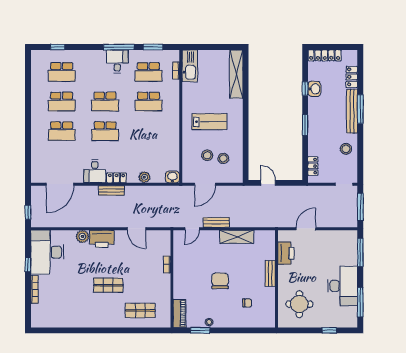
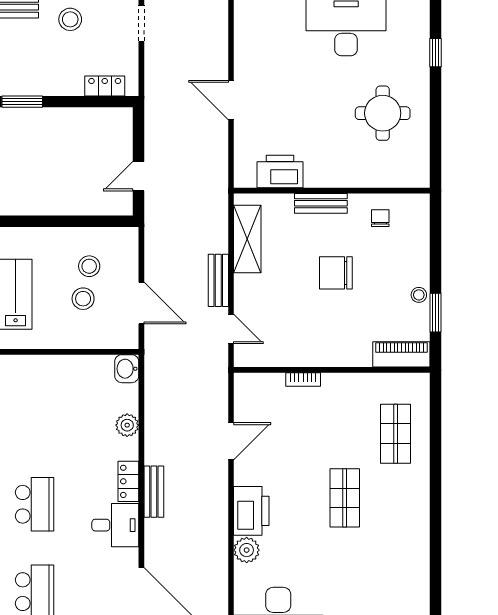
printer: (286, 253) -> (280, 172), moved
bench: (270, 273) -> (321, 203), moved
wall: (276, 279) -> (332, 191), moved

